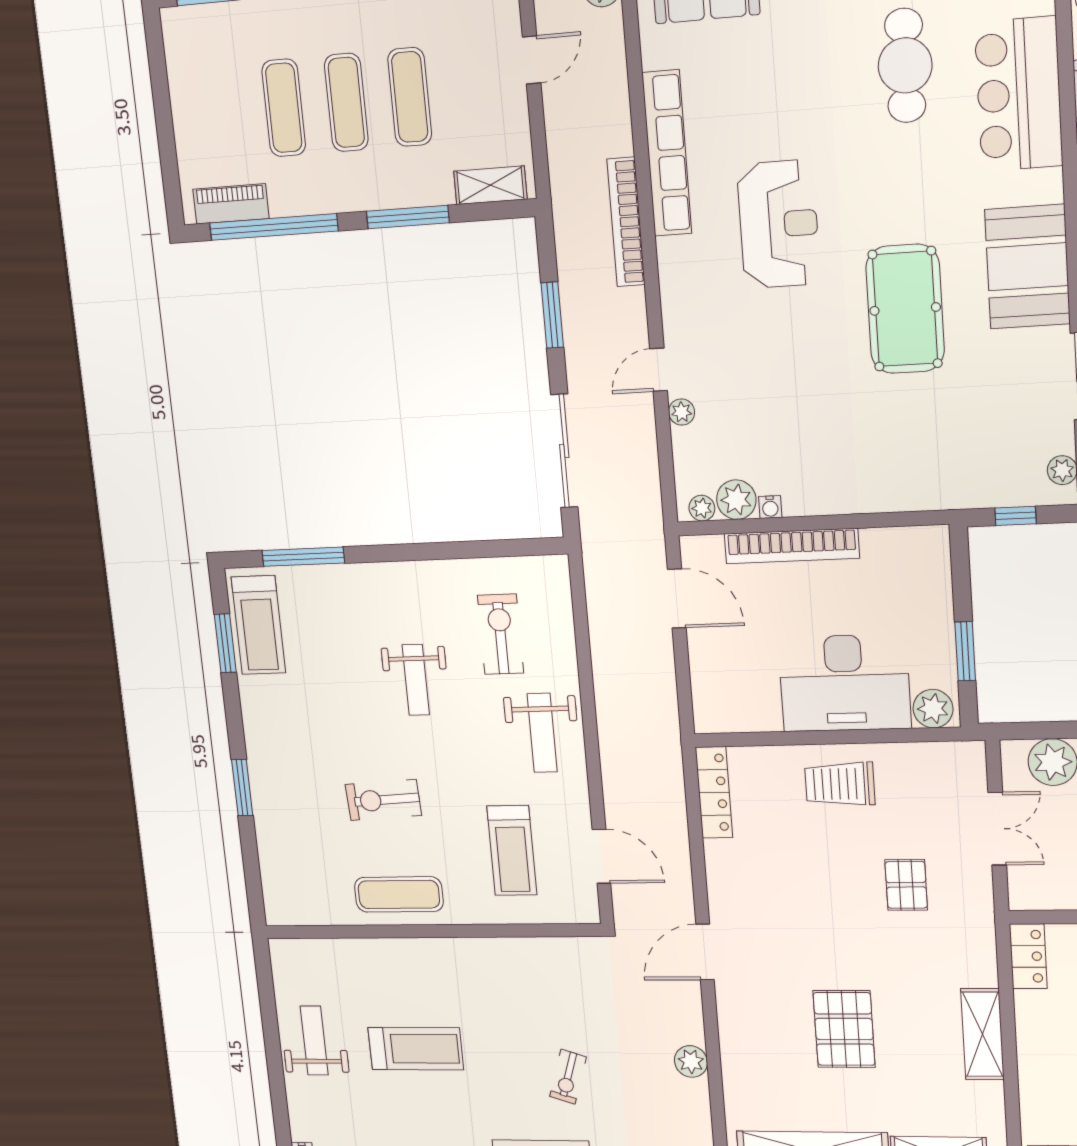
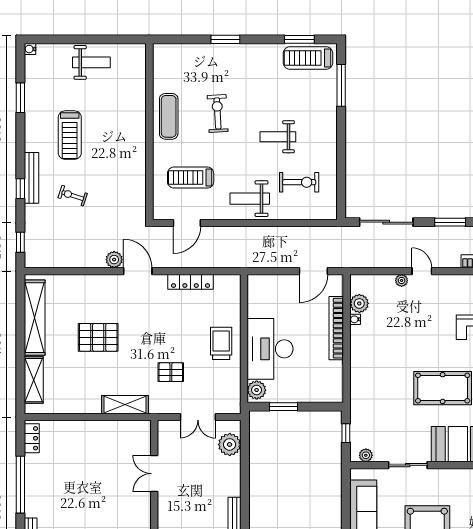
plant: (702, 508) -> (356, 287), removed
locker: (714, 792) -> (191, 282), moved
locker: (1028, 956) -> (135, 428), removed
shelving: (982, 1034) -> (125, 405), moved
treadmill: (416, 1049) -> (70, 135), moved
plant: (691, 1061) -> (114, 260), moved

